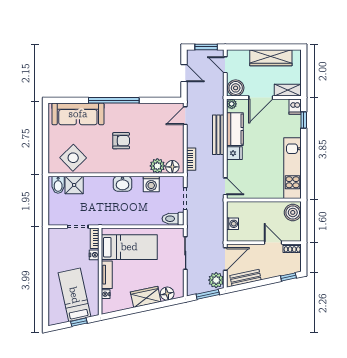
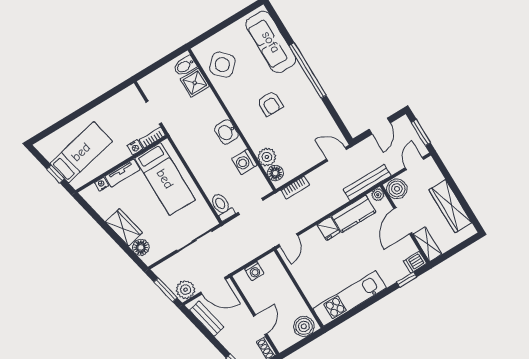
door: (261, 98) -> (403, 221), hinge flipped
bench: (218, 135) -> (367, 182), moved

